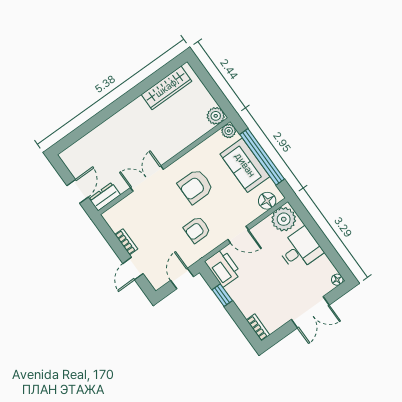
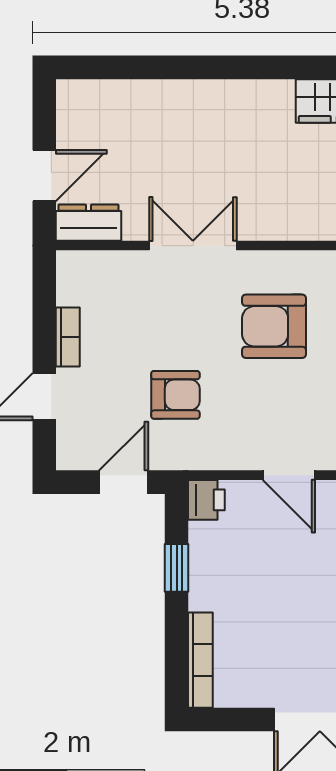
armchair: (197, 230) -> (175, 395), moved, turned 180
printer: (223, 268) -> (206, 500), width x0.53, depth x0.68
bookcase: (258, 327) -> (200, 660), width x1.56

